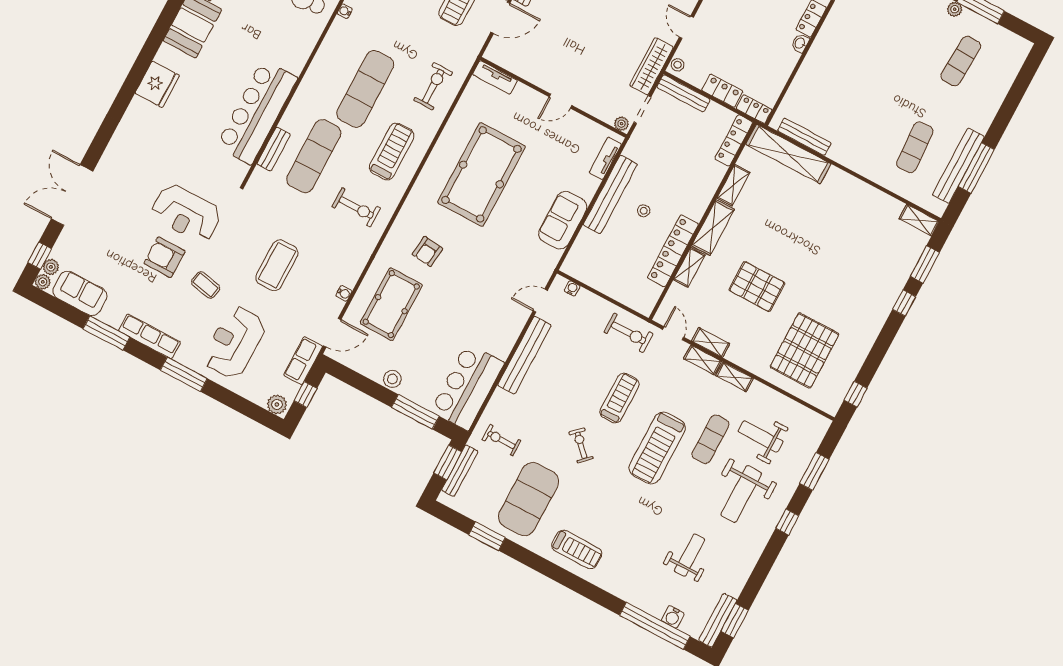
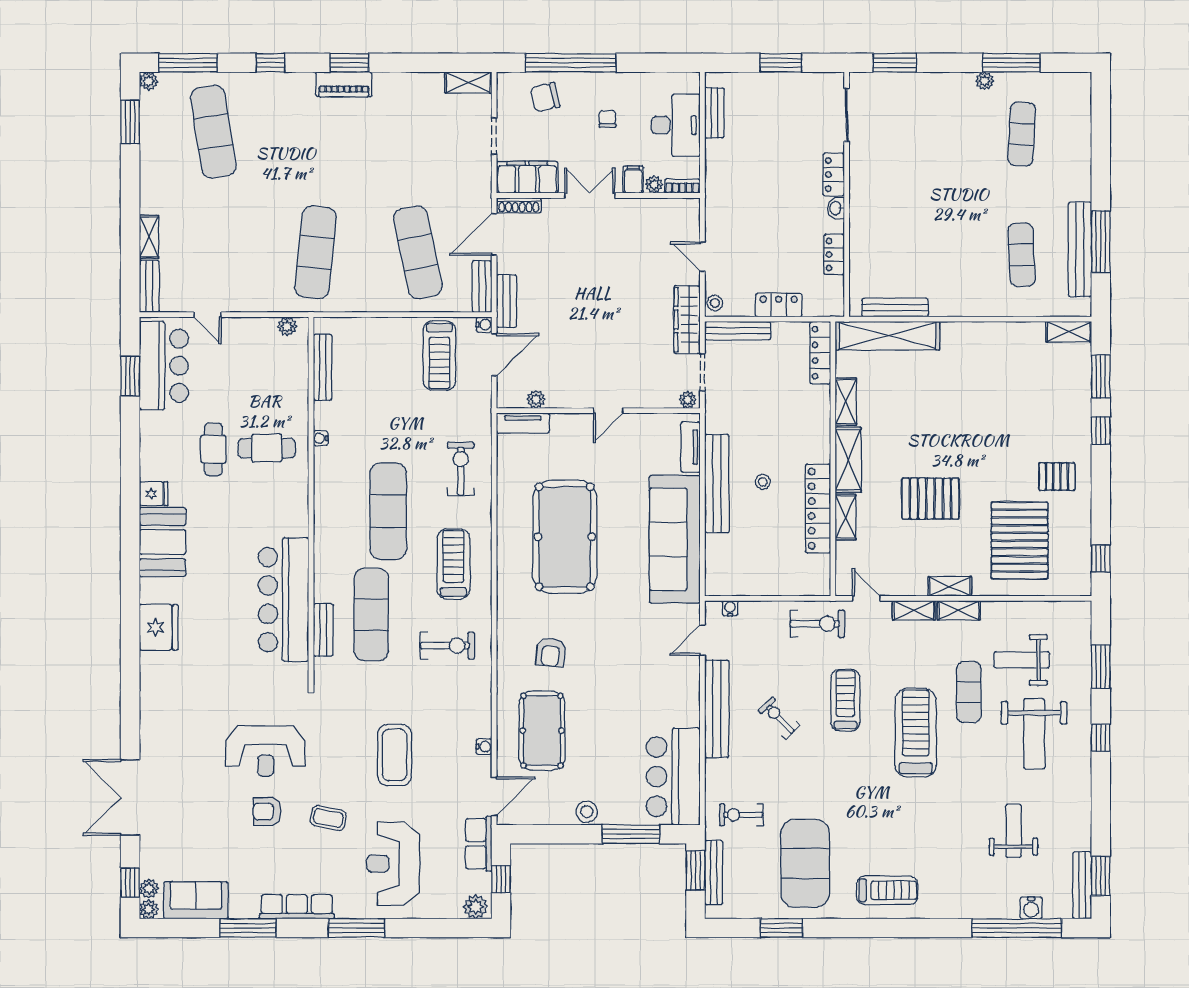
plant: (513, 65) -> (536, 399), added
locker: (754, 109) -> (834, 255), moved, turned -90
sofa: (563, 220) -> (675, 539), width x1.85, depth x1.27
armchair: (164, 257) -> (267, 812), width x0.72, depth x0.72
pallet: (855, 319) -> (1057, 477), added
shelving: (711, 342) -> (950, 586), moved
exercise bike: (581, 445) -> (779, 718), moved
treadmill: (657, 448) -> (916, 733), turned 180

